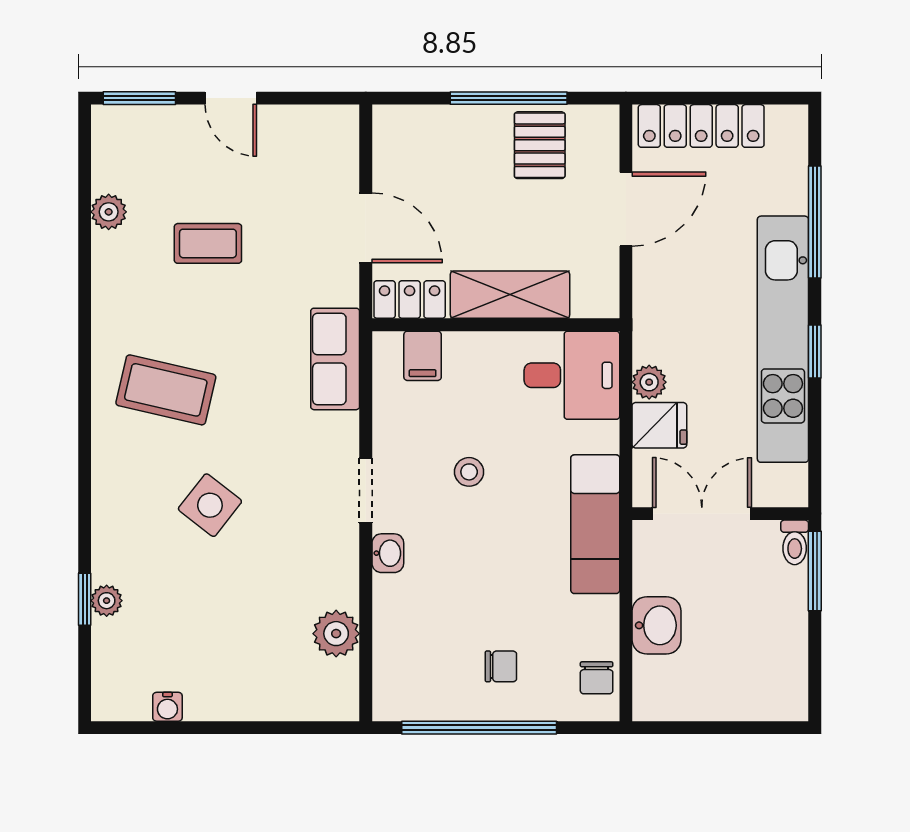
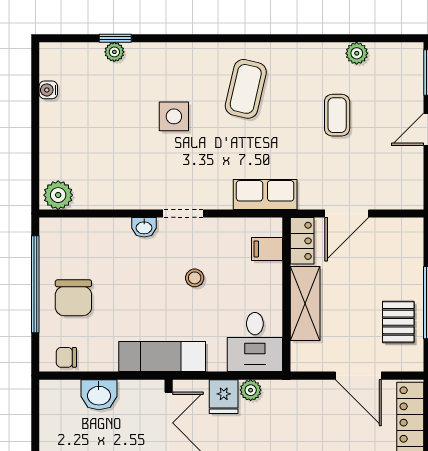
pallet: (540, 145) -> (398, 322), turned 90
side table: (210, 505) -> (174, 116), turned -38
plant: (336, 634) -> (58, 195), moved
chair: (501, 666) -> (73, 298), width x1.87, depth x1.87

